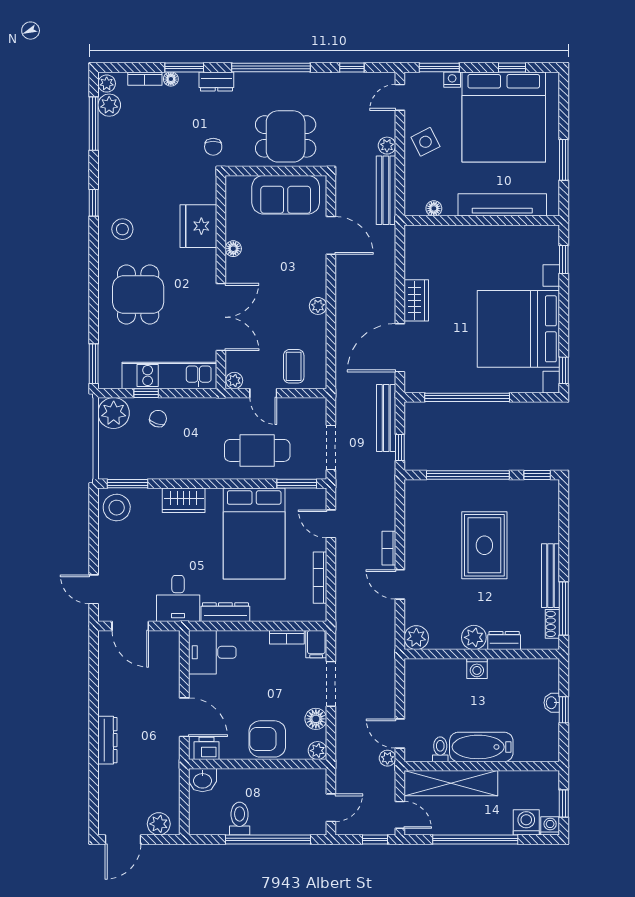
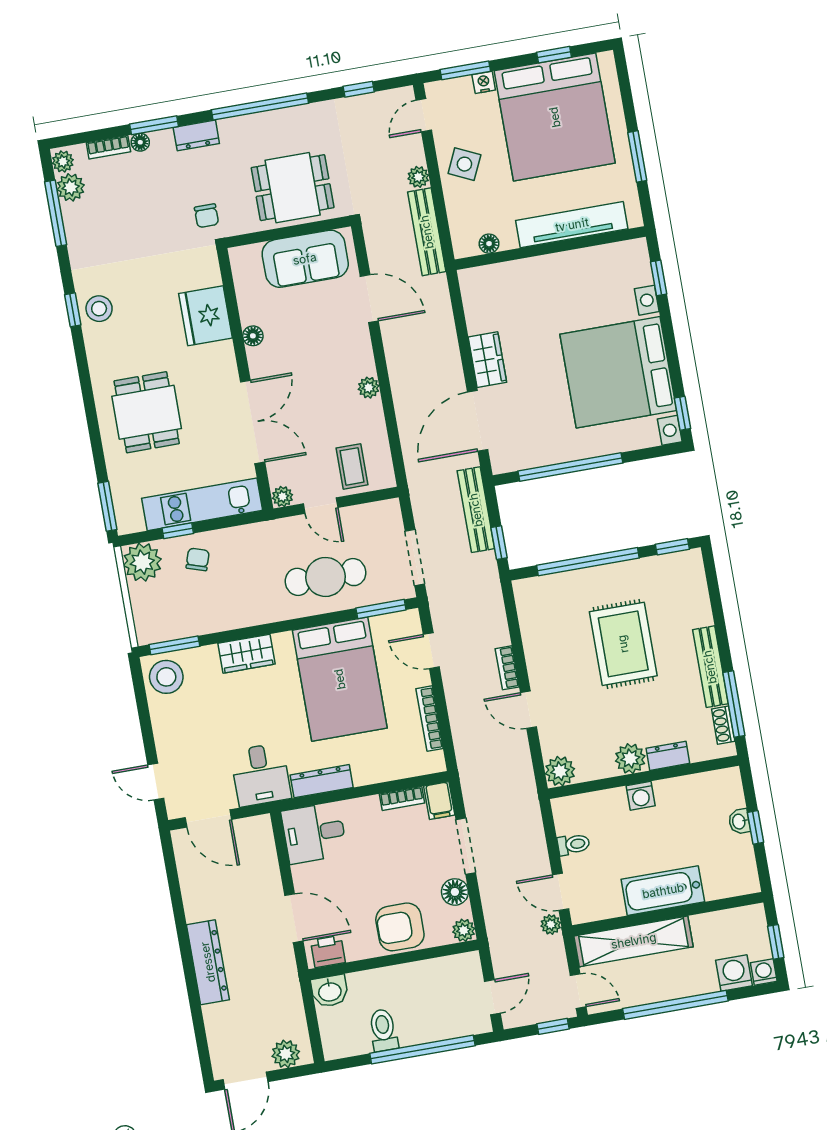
side table: (425, 142) -> (464, 164), turned -38
stool: (122, 229) -> (99, 309), moved
dresser: (107, 740) -> (208, 962), width x1.37, depth x1.24
toilet: (440, 749) -> (573, 844), moved, turned 90

